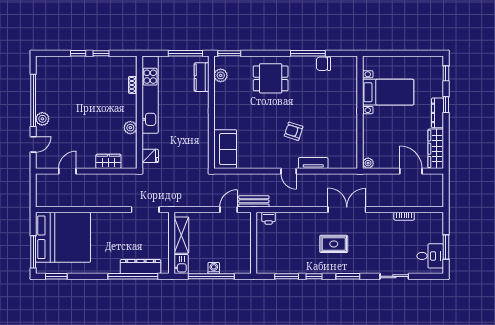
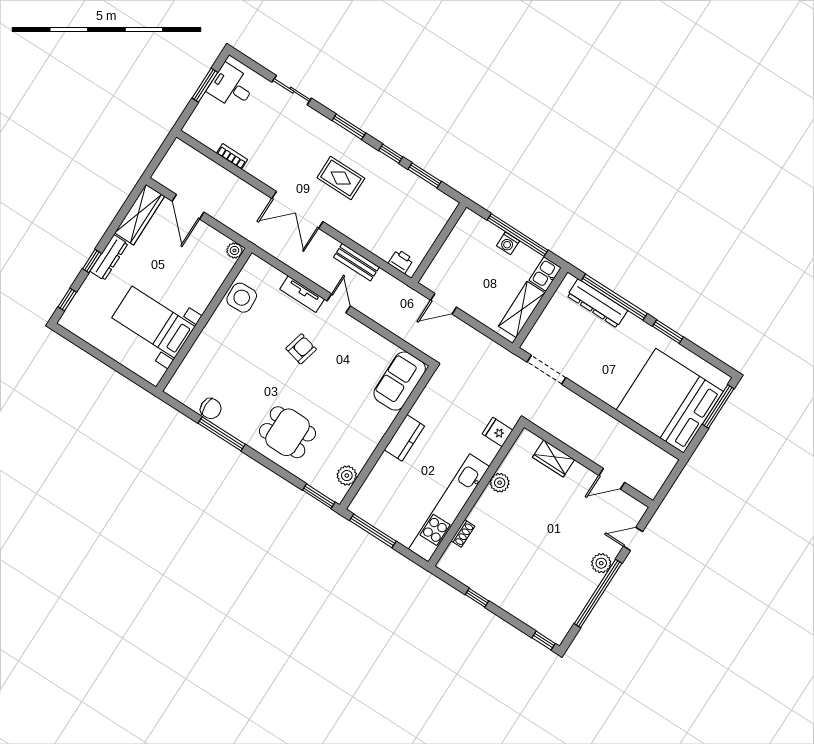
window: (78, 53) -> (544, 641), moved
kitchen counter: (202, 77) -> (404, 438), moved
armchair: (294, 131) -> (301, 349), turned -94
side table: (347, 139) -> (242, 298), added
bench: (254, 201) -> (356, 262), moved
window: (56, 276) -> (668, 332), moved

